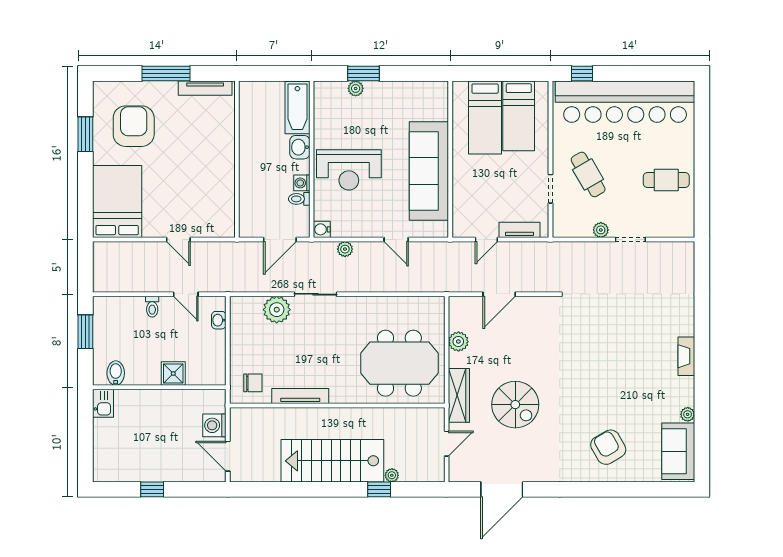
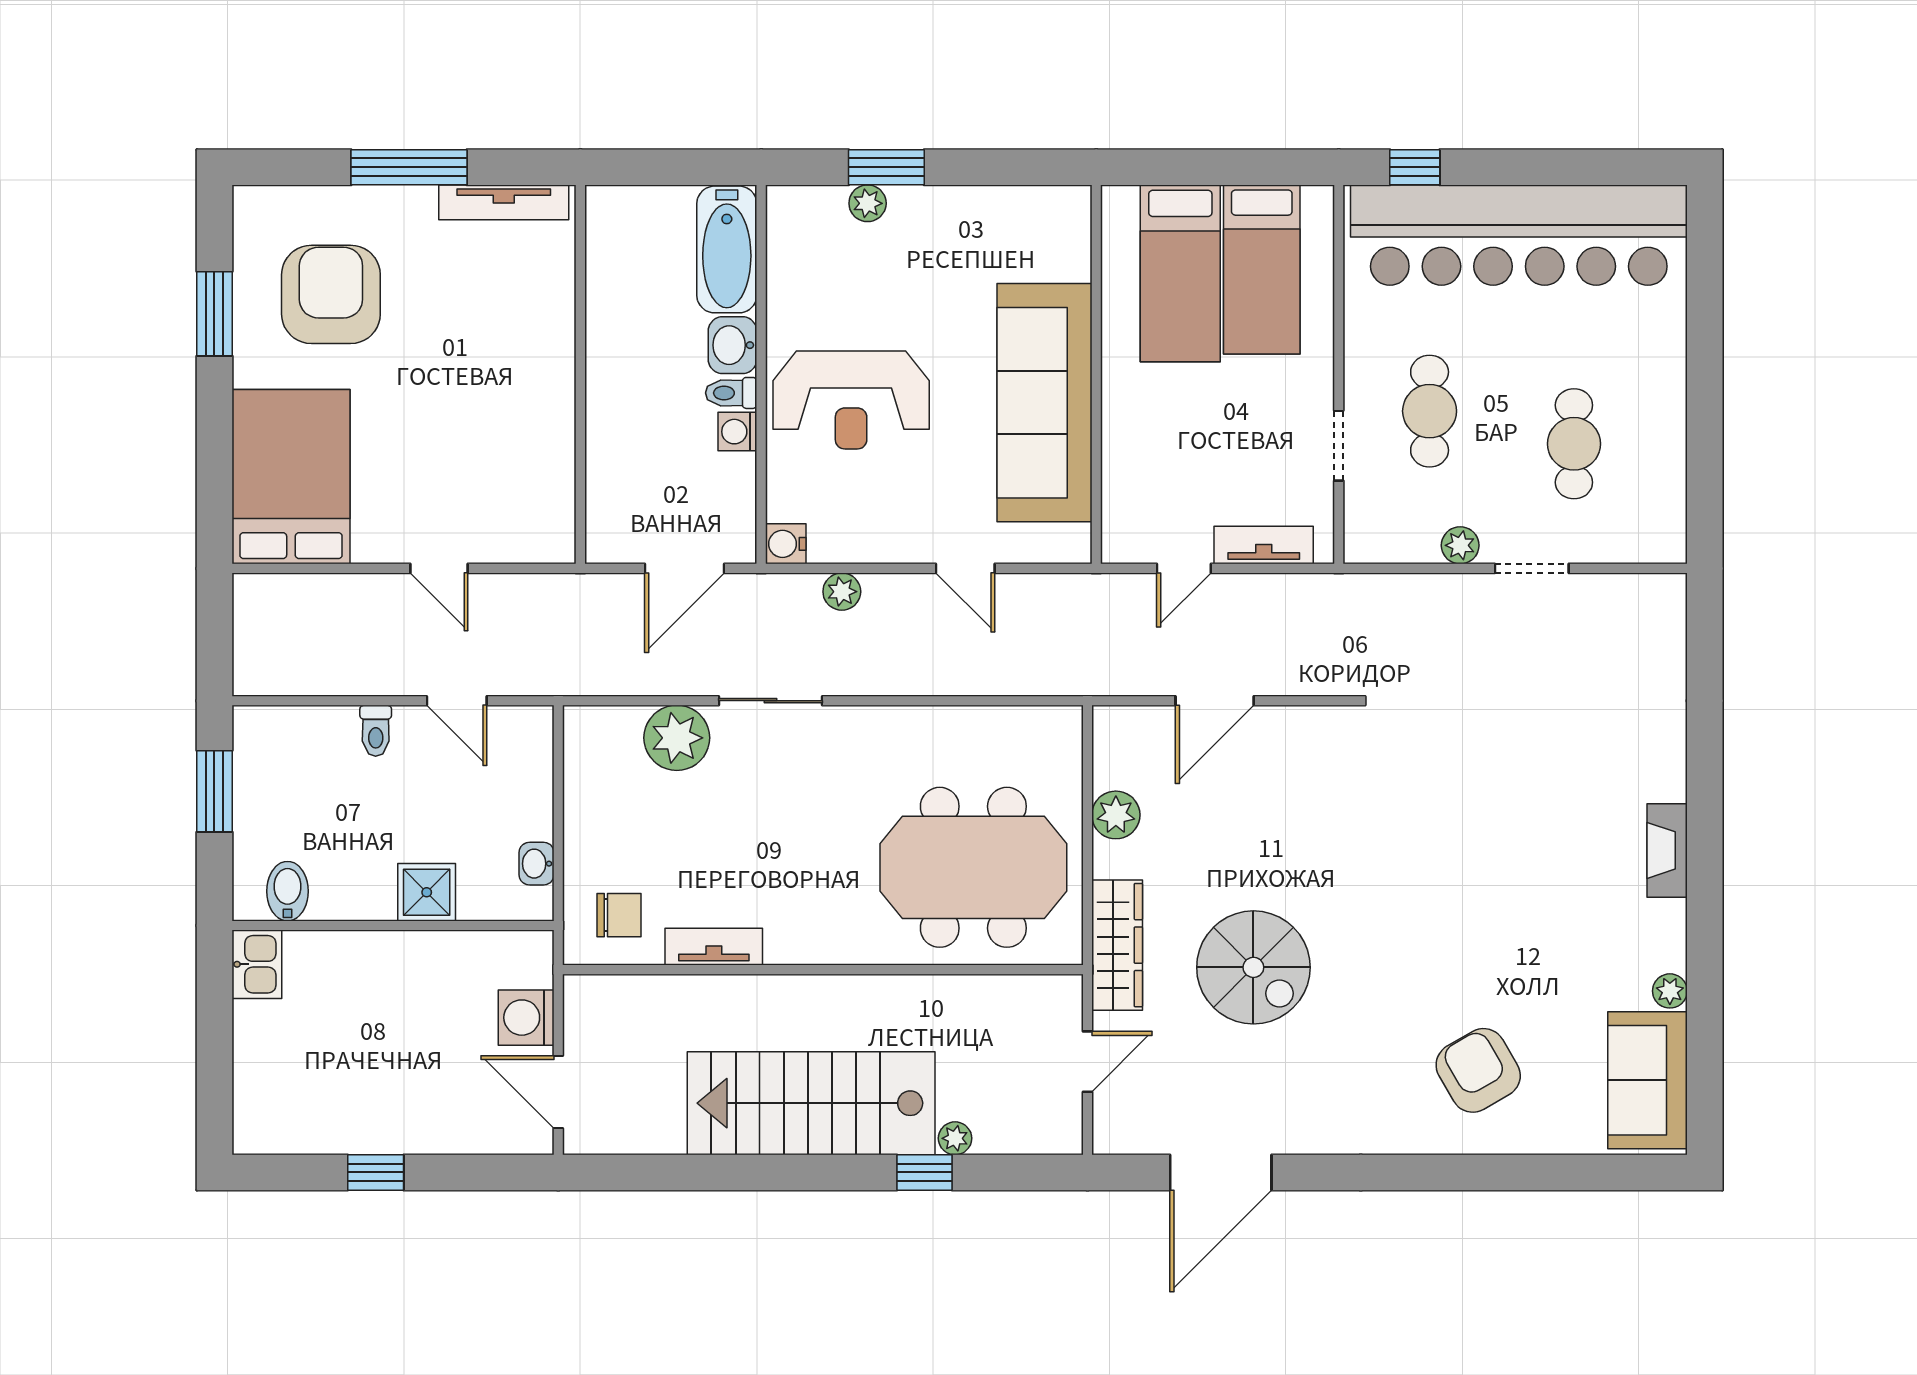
cafe table: (588, 174) -> (1430, 411), turned 30
cafe table: (666, 180) -> (1574, 444), moved, turned 90
toilet: (299, 199) -> (731, 393), moved
washbasin: (219, 320) -> (537, 864), moved
tv unit: (300, 396) -> (714, 947), width x0.71

